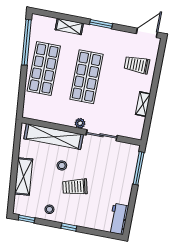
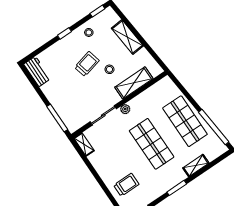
shelving: (143, 104) -> (84, 144), moved
shelving: (54, 137) -> (134, 83), width x0.68

